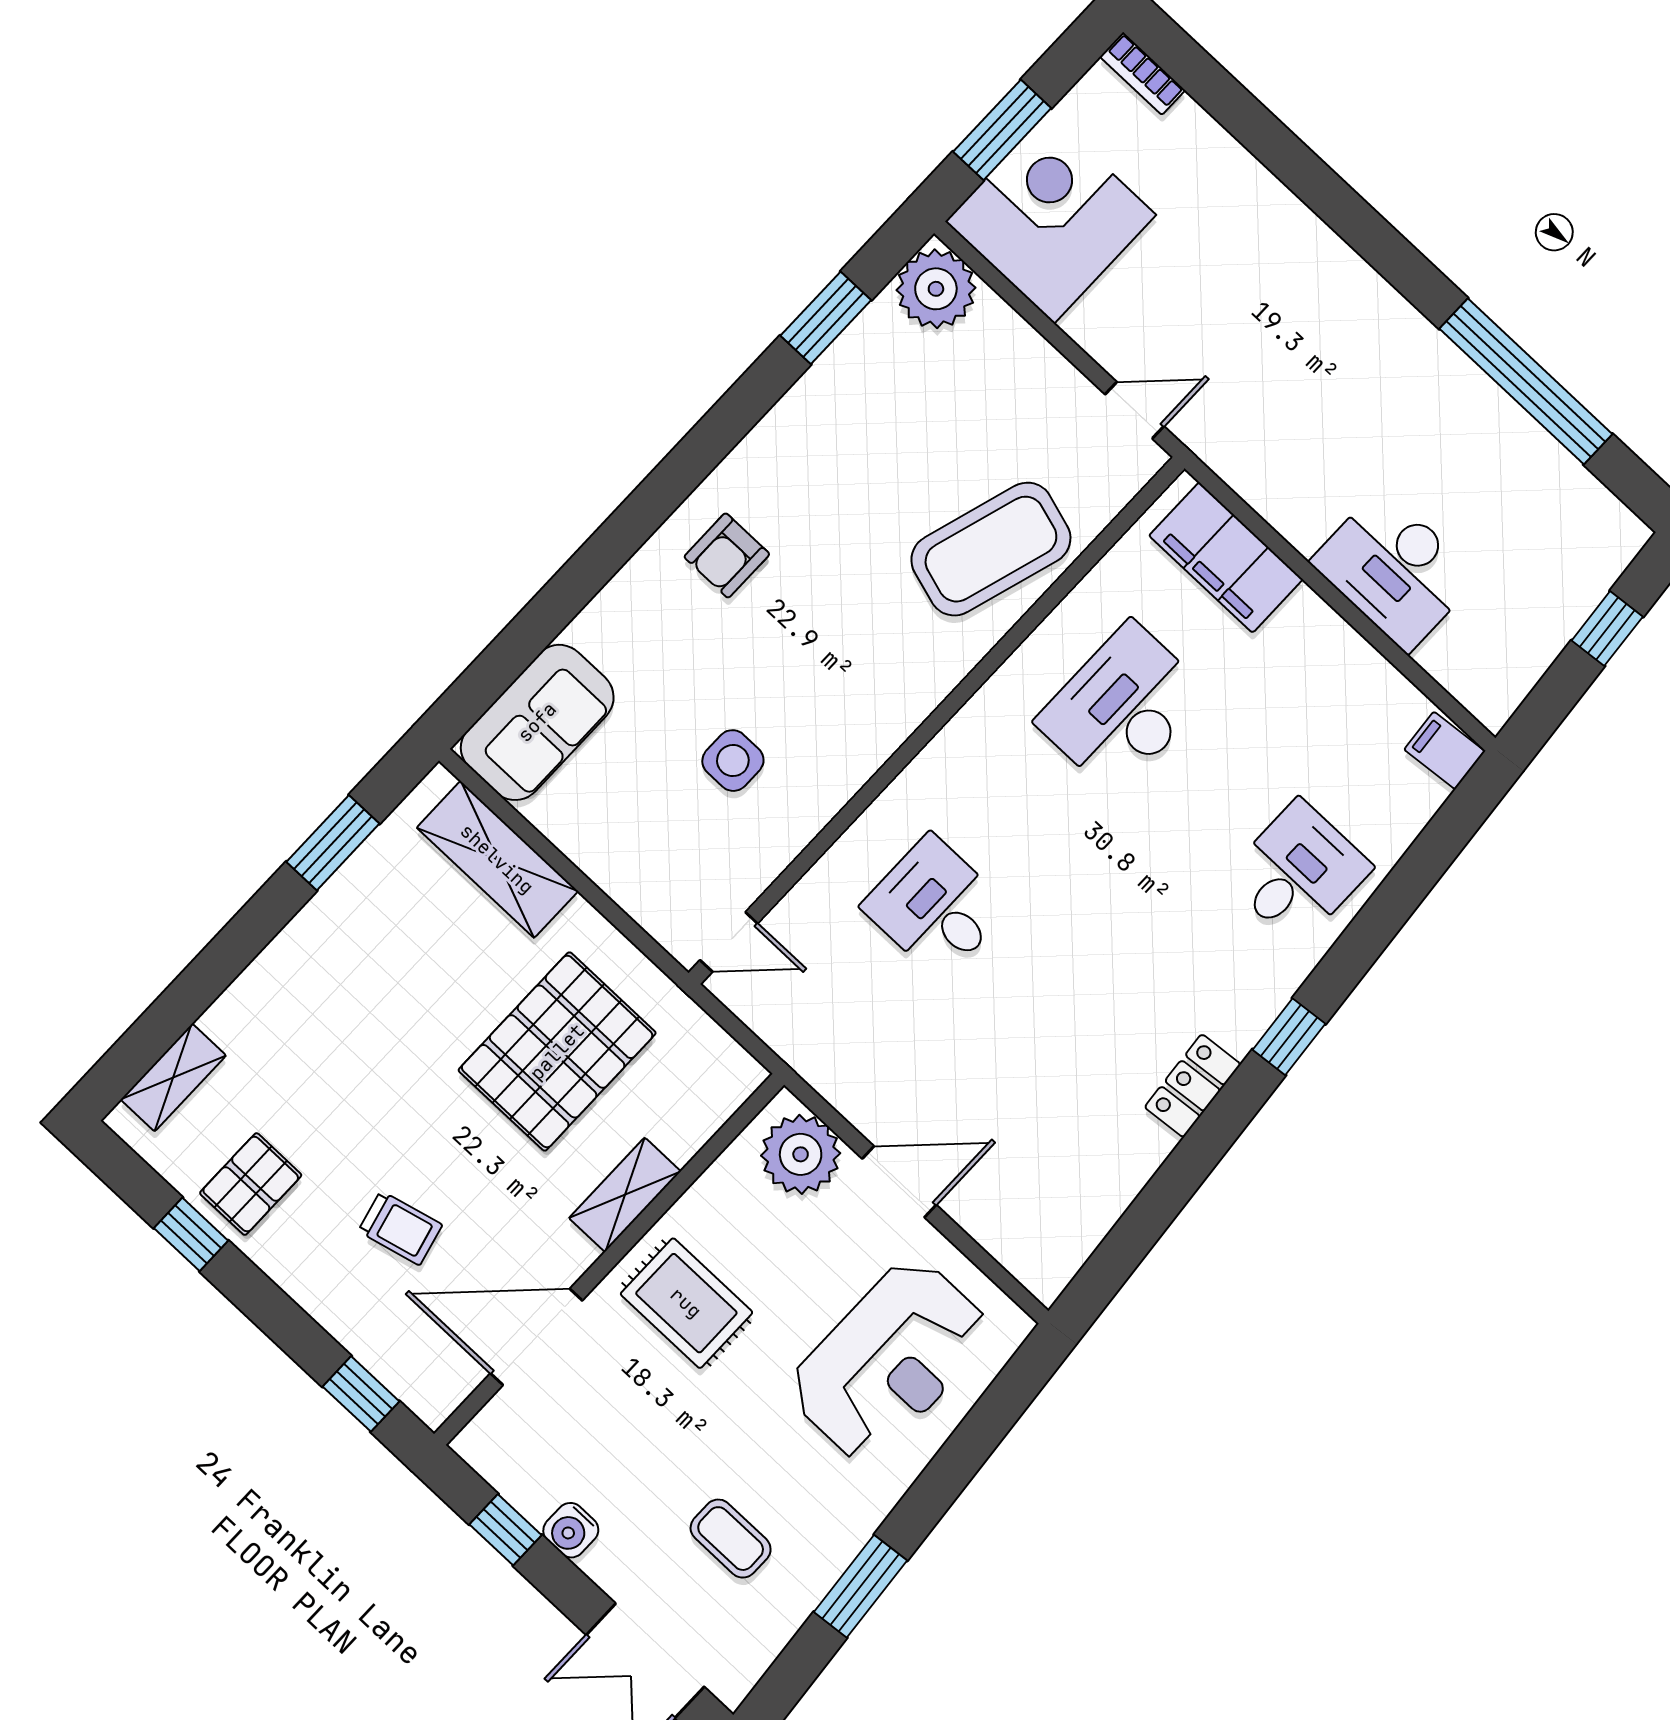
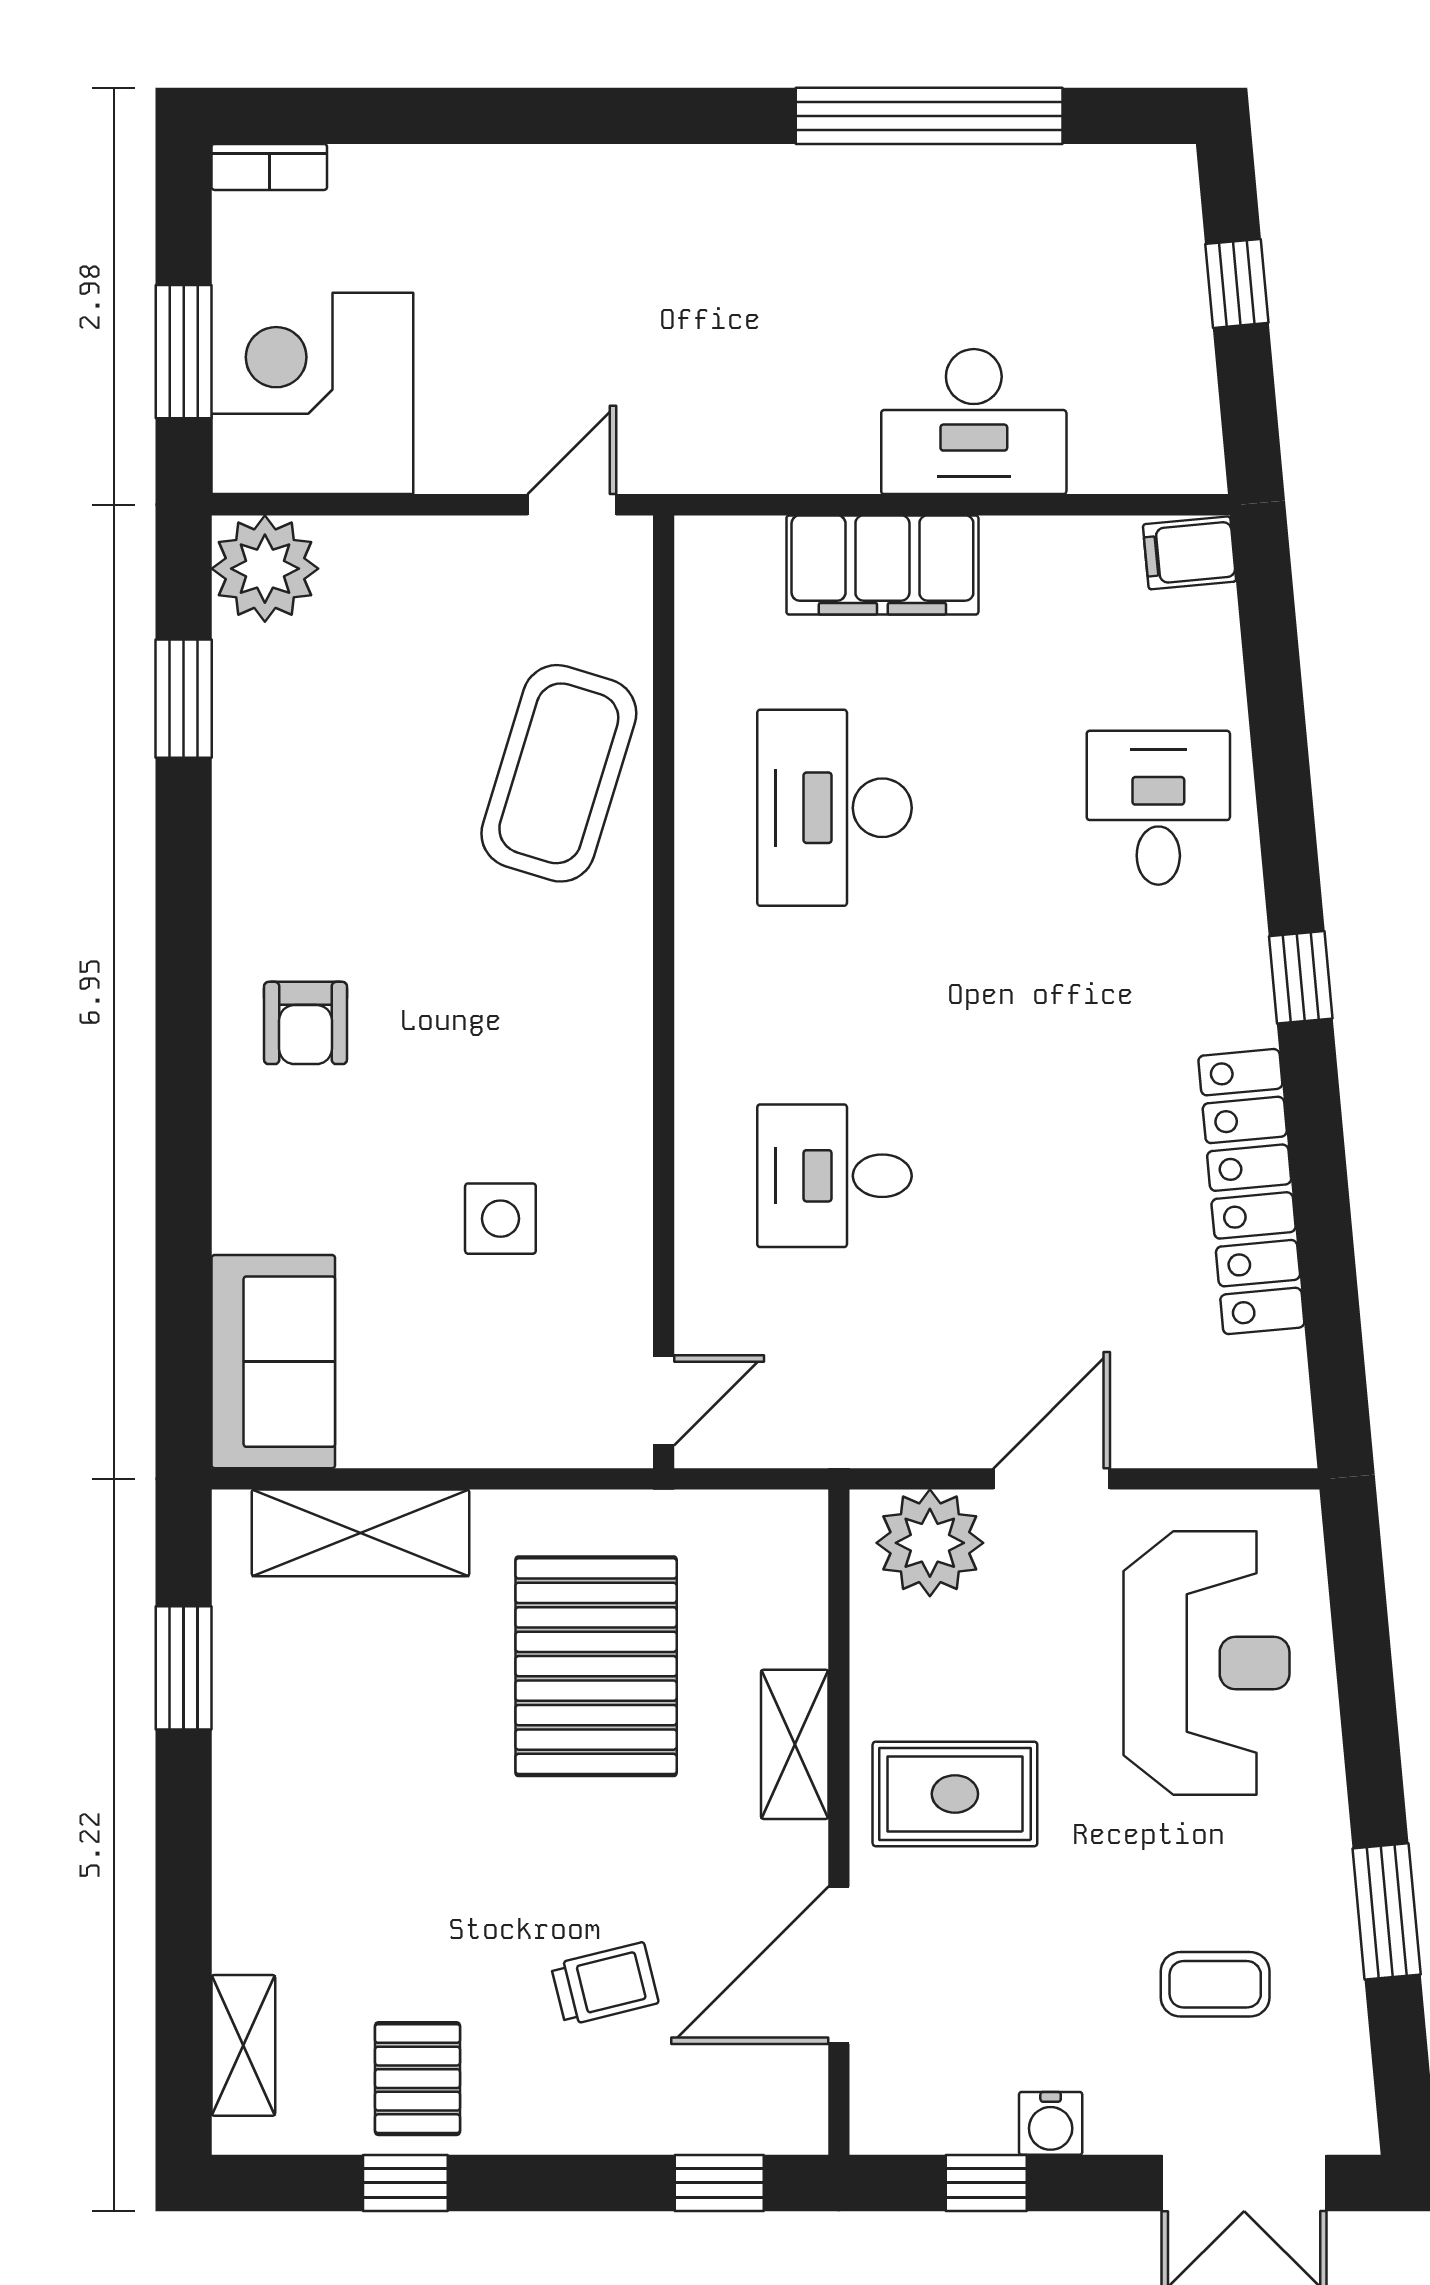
filing cabinet: (1226, 557) -> (882, 565), moved
locker: (1193, 1086) -> (1251, 1192), width x2.16, depth x1.21

